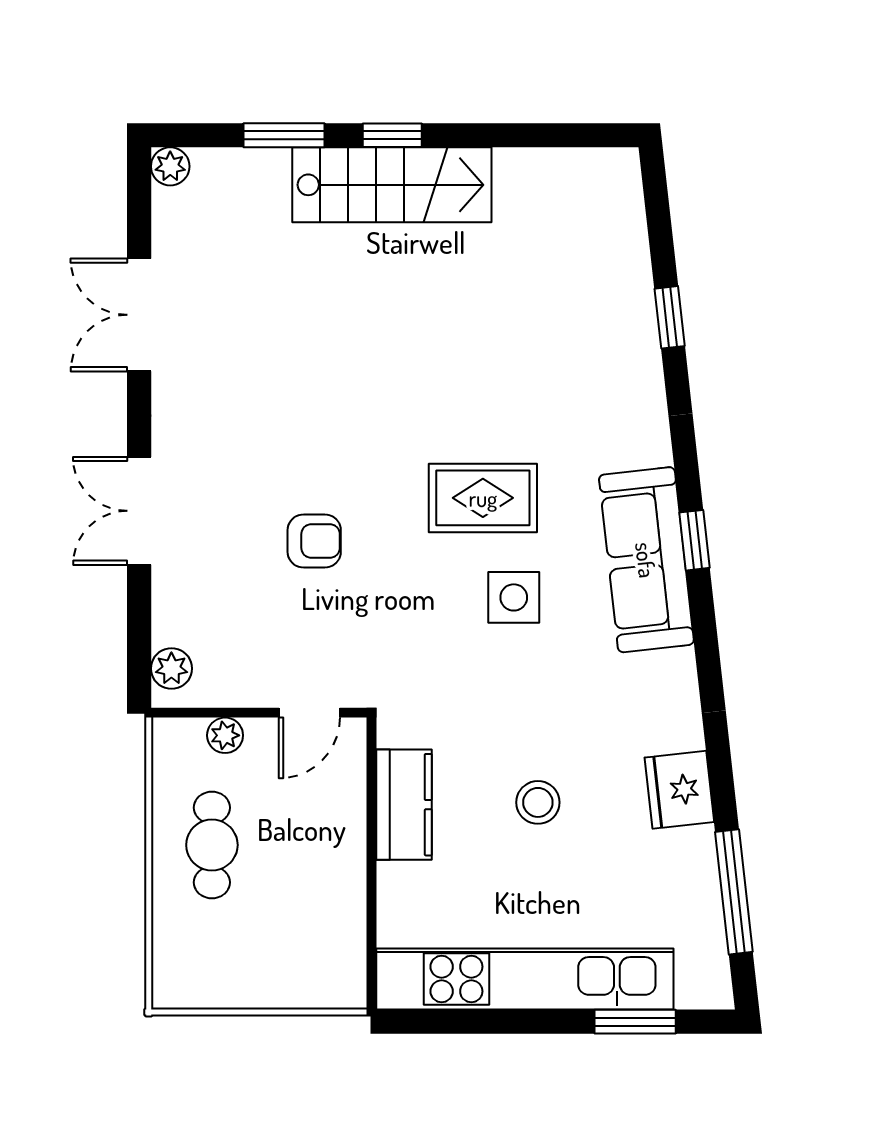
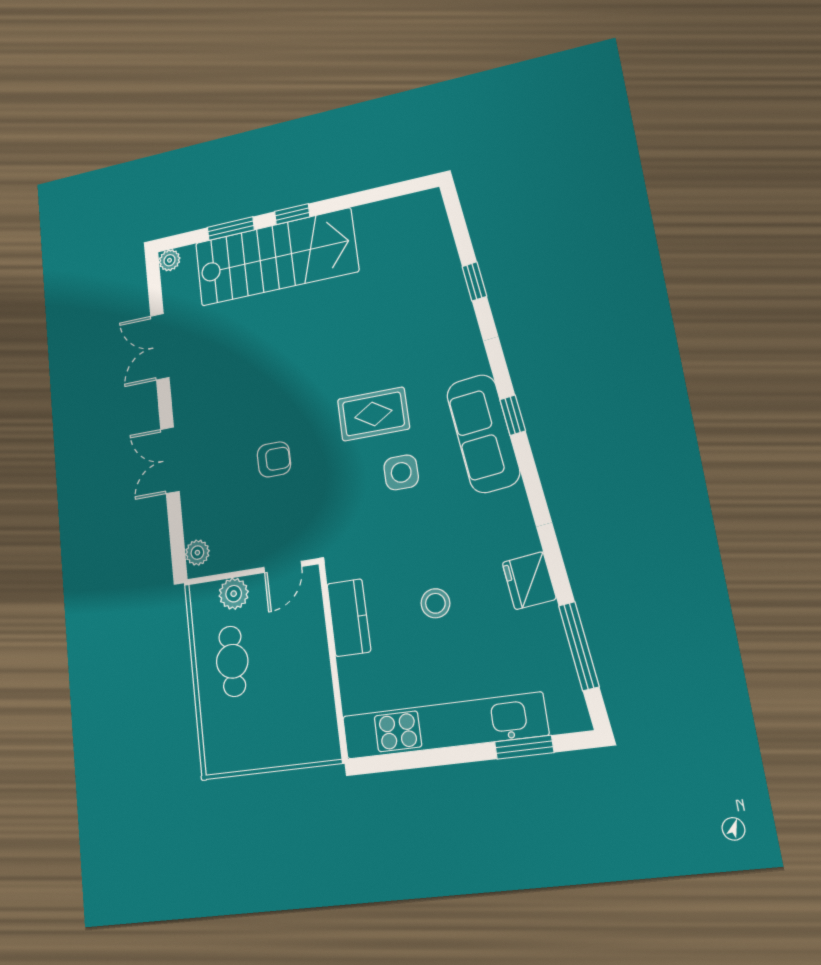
stairs: (392, 185) -> (276, 257), width x1.36, depth x1.51
plant: (225, 735) -> (234, 594), width x1.38, depth x1.38

